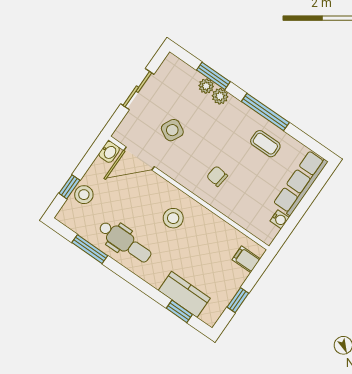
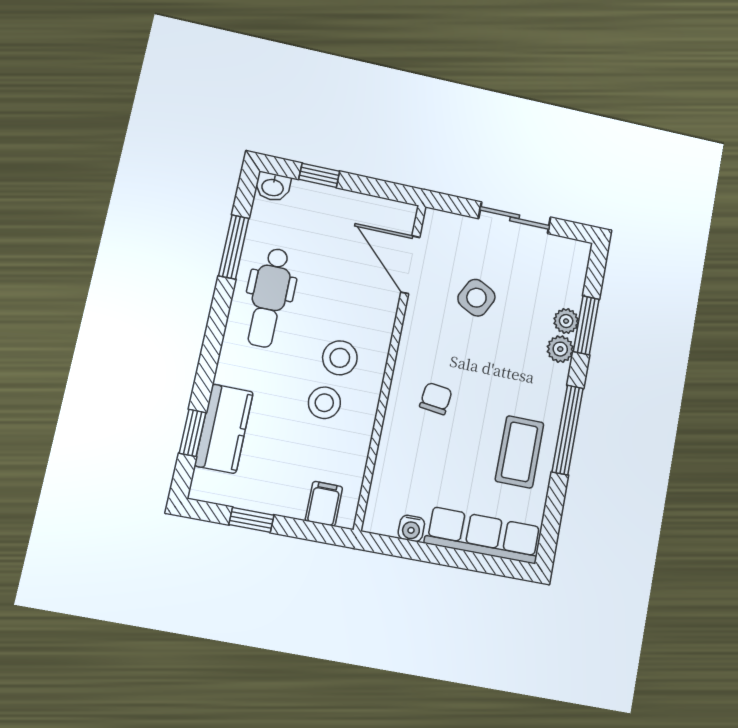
coffee table: (265, 144) -> (520, 452), width x1.36, depth x1.30
washbasin: (109, 152) -> (273, 187), moved
stool: (84, 195) -> (324, 403), moved

